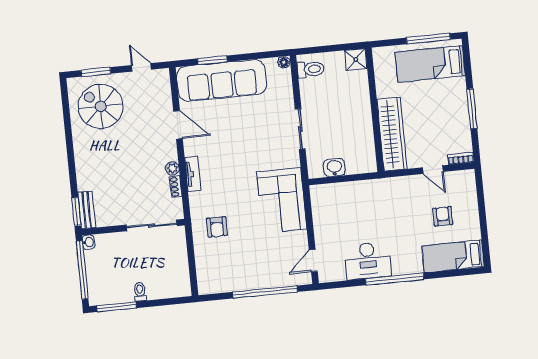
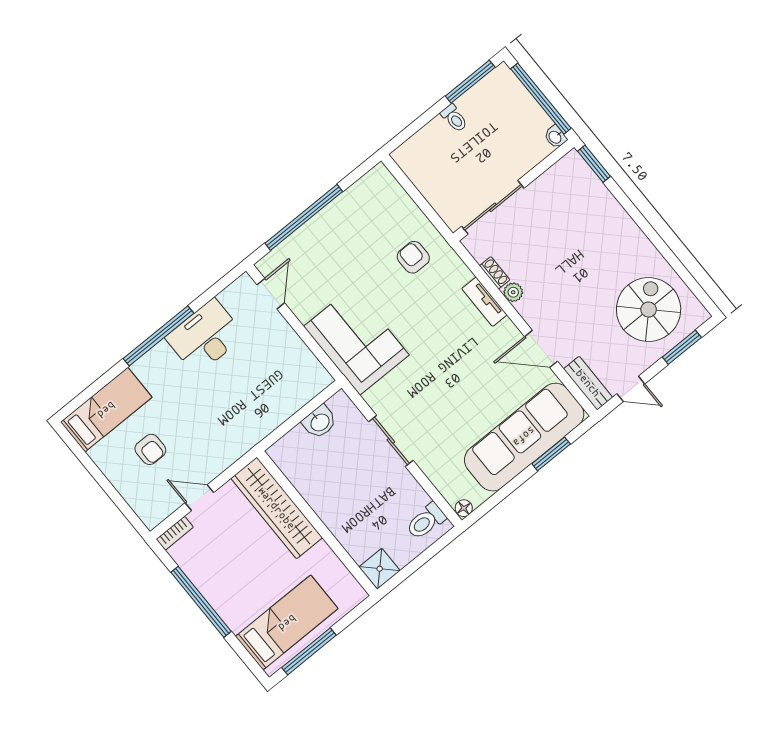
spiral stairs: (101, 106) -> (649, 310), turned -90
window: (472, 109) -> (201, 602), width x1.46
bench: (87, 210) -> (588, 383), moved

